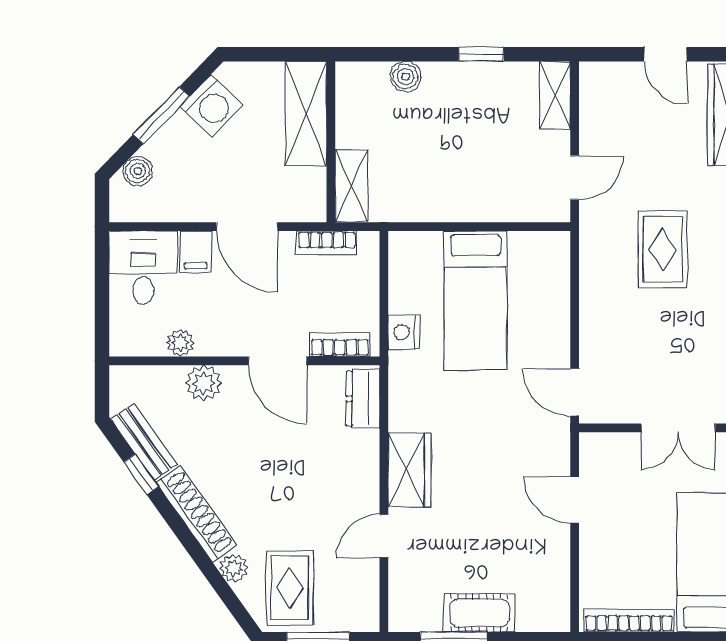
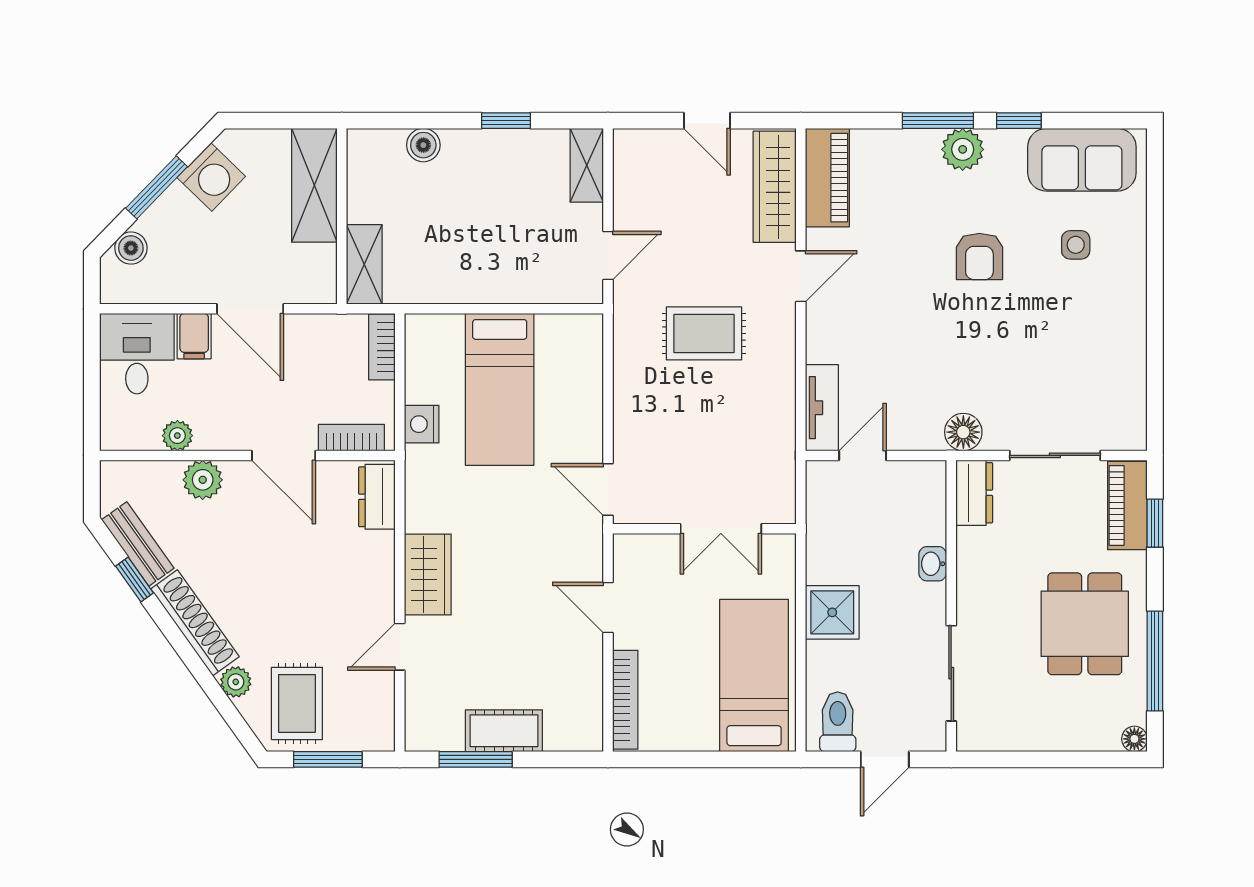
bookcase: (327, 243) -> (382, 347), moved, turned 90
rug: (663, 249) -> (704, 333), turned 90
bookcase: (629, 620) -> (625, 700), moved, turned 90

